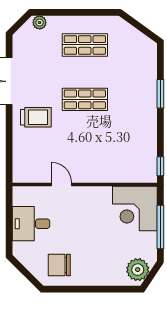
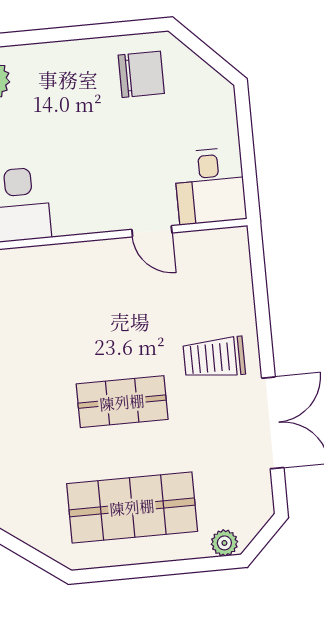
shop shelf: (85, 45) -> (132, 507), width x1.43, depth x1.36
desk: (31, 224) -> (210, 186), moved, turned 90

